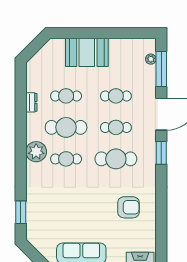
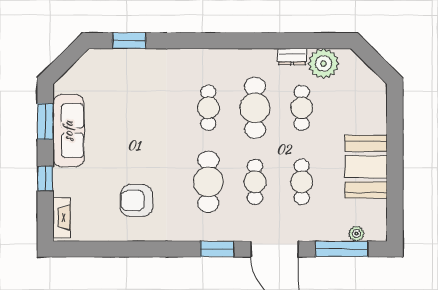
booth: (87, 52) -> (366, 167), moved
plant: (36, 152) -> (323, 64), moved
armchair: (128, 207) -> (137, 200), turned 90

